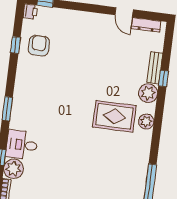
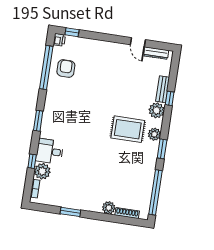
window: (15, 45) -> (46, 68), width x3.17
window: (156, 139) -> (162, 149), added

